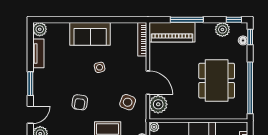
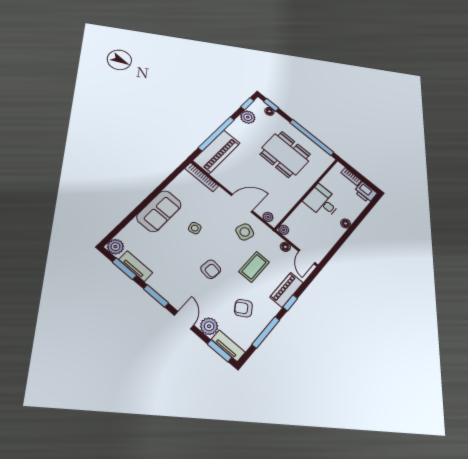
window: (187, 20) -> (216, 134), width x1.46
window: (30, 48) -> (124, 269), added
plant: (158, 104) -> (268, 217), width x0.53, depth x0.53

